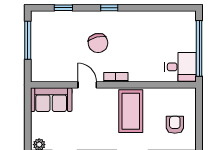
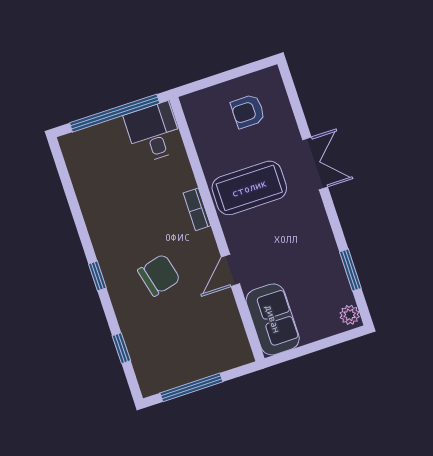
bookcase: (116, 77) -> (197, 209), moved

